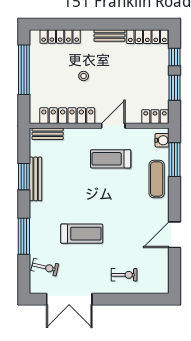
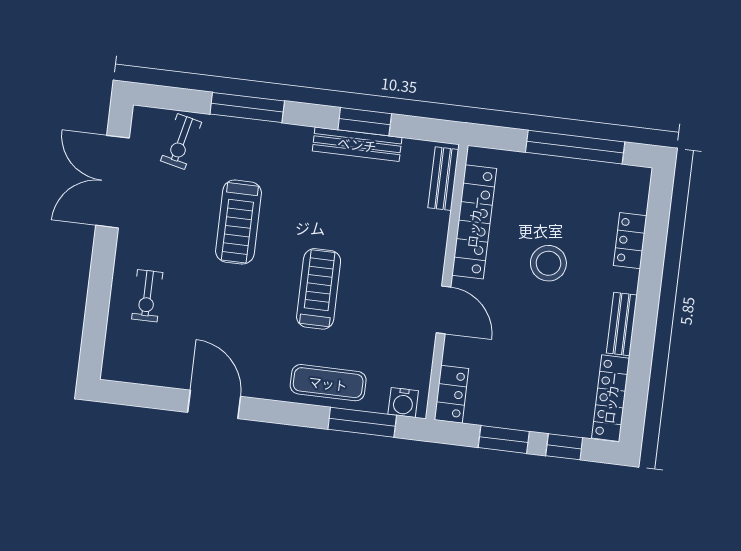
locker: (60, 37) -> (630, 241), width x0.66
stool: (84, 76) -> (548, 263), width x1.89, depth x1.89
treadmill: (111, 159) -> (319, 289), moved

